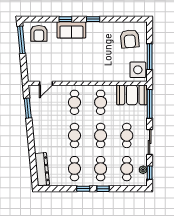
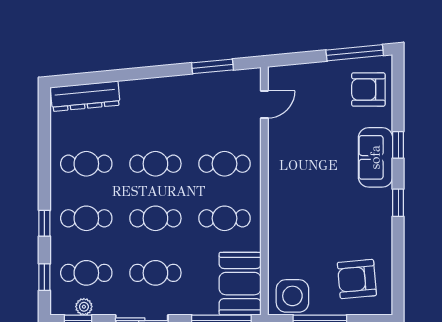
door: (46, 83) -> (264, 104), swing flipped
window: (83, 189) -> (44, 277), moved

